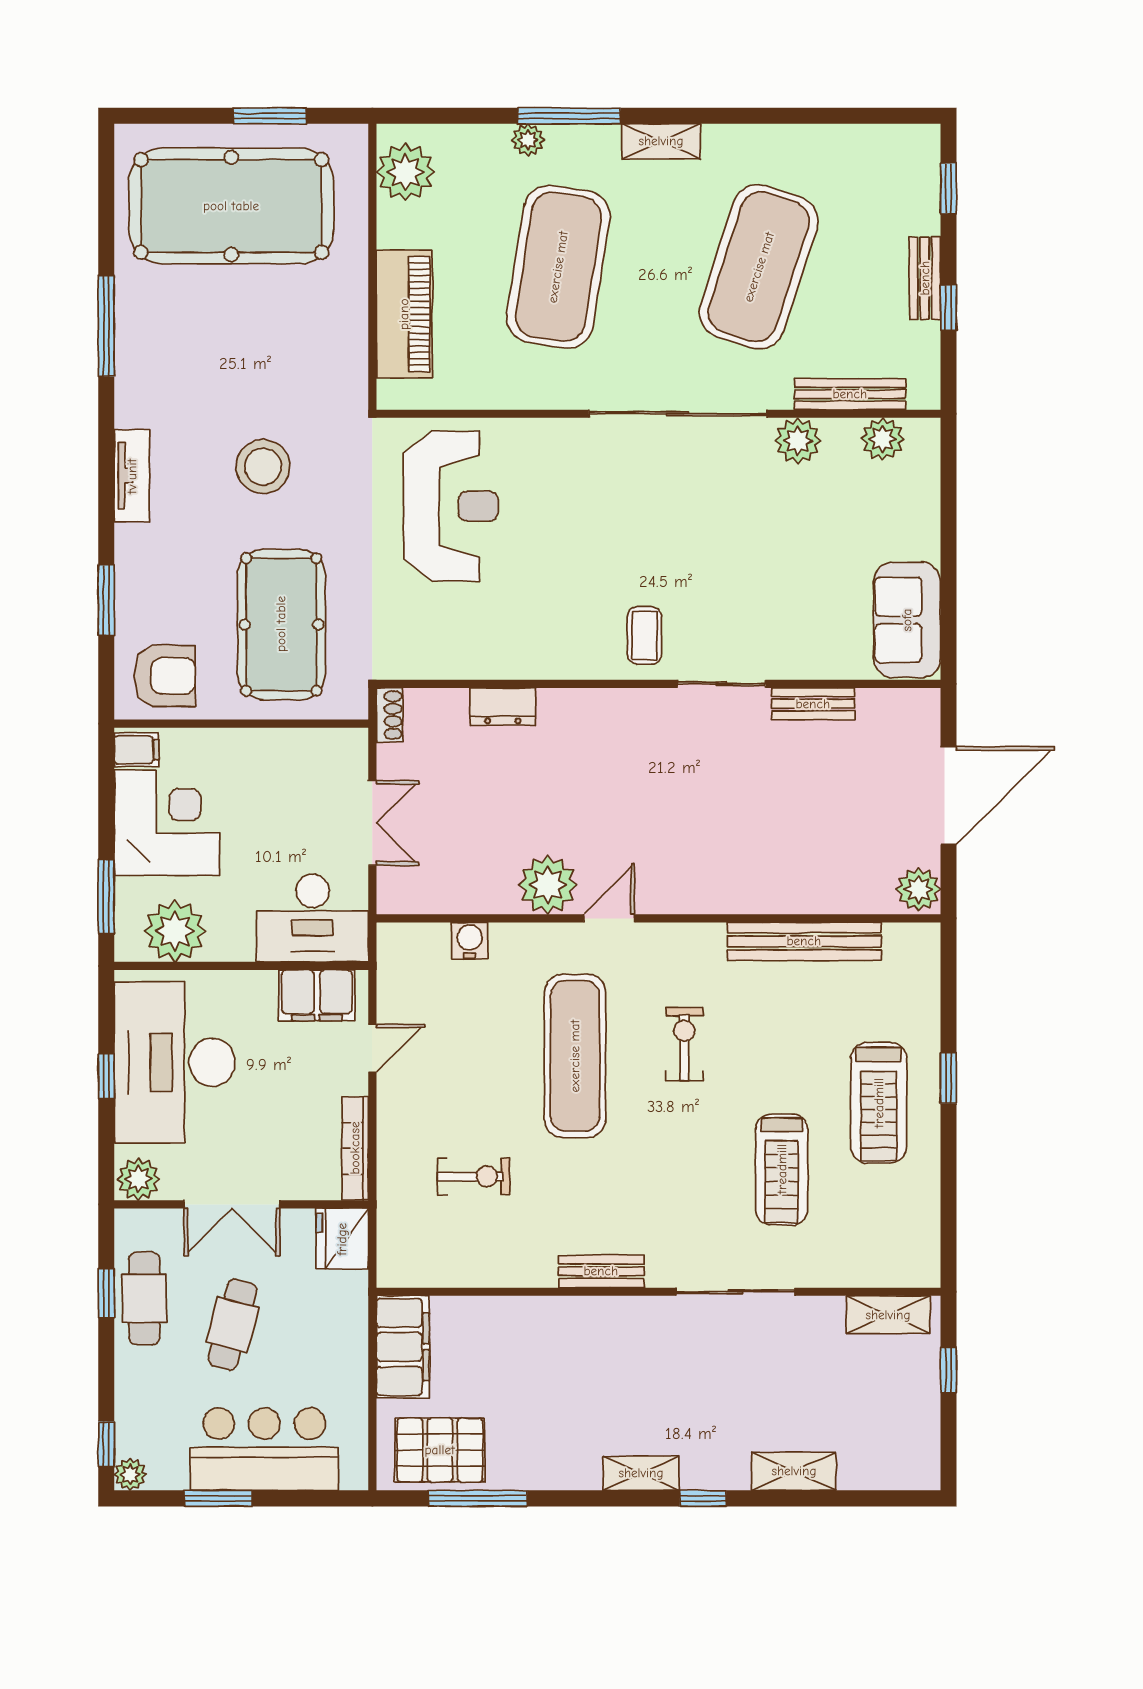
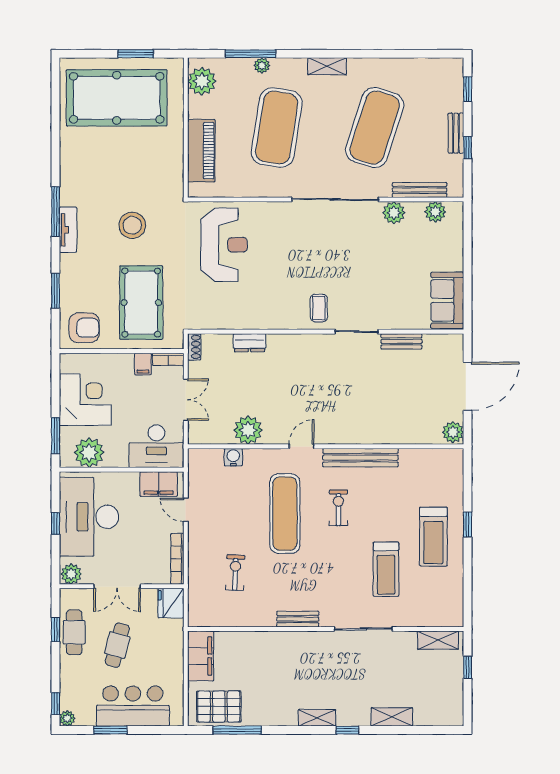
window: (569, 116) -> (251, 54), moved
window: (106, 326) -> (56, 212), moved
bookcase: (337, 740) -> (168, 359), added
filing cabinet: (137, 750) -> (143, 364), moved, turned 90
plant: (548, 885) -> (248, 430), moved
bench: (804, 941) -> (360, 458), moved
door: (372, 1048) -> (186, 510), swing flipped
exercise bike: (474, 1176) -> (235, 573), turned -88

